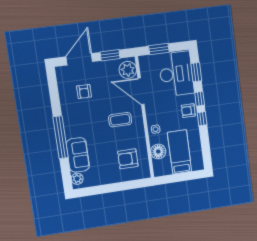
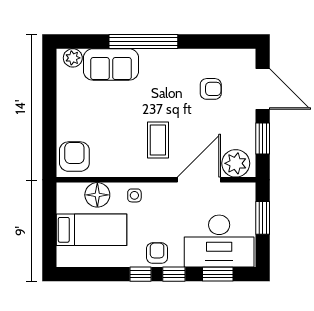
armchair: (84, 92) -> (211, 89), turned 180
armchair: (128, 159) -> (74, 157), moved

